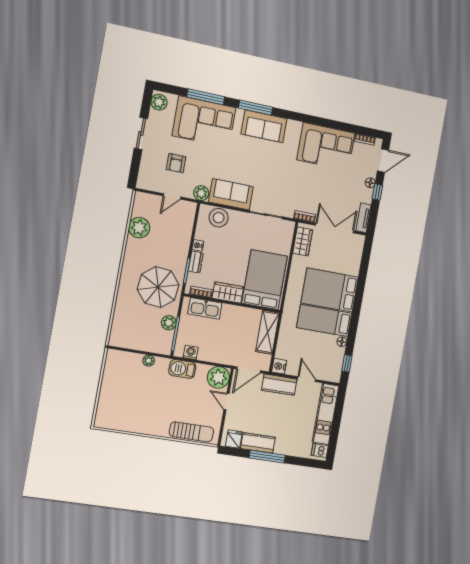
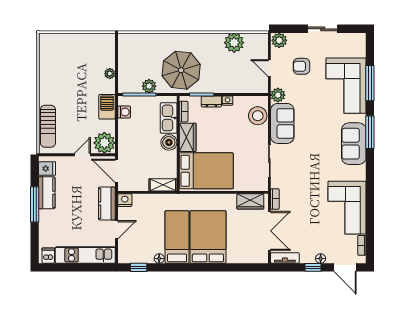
plant: (159, 102) -> (279, 40), moved
boiler: (230, 312) -> (169, 142), added
shelving: (267, 332) -> (163, 185), width x0.67, depth x0.75

